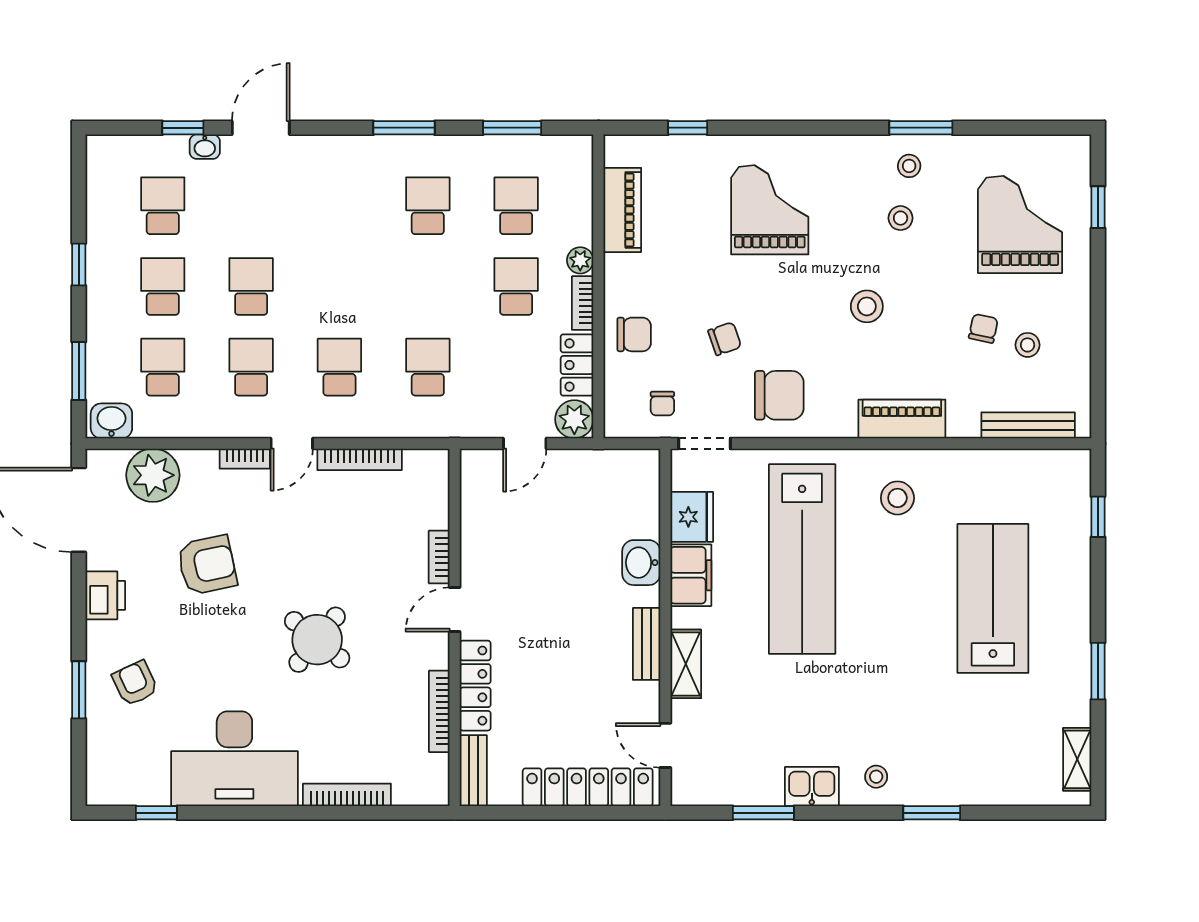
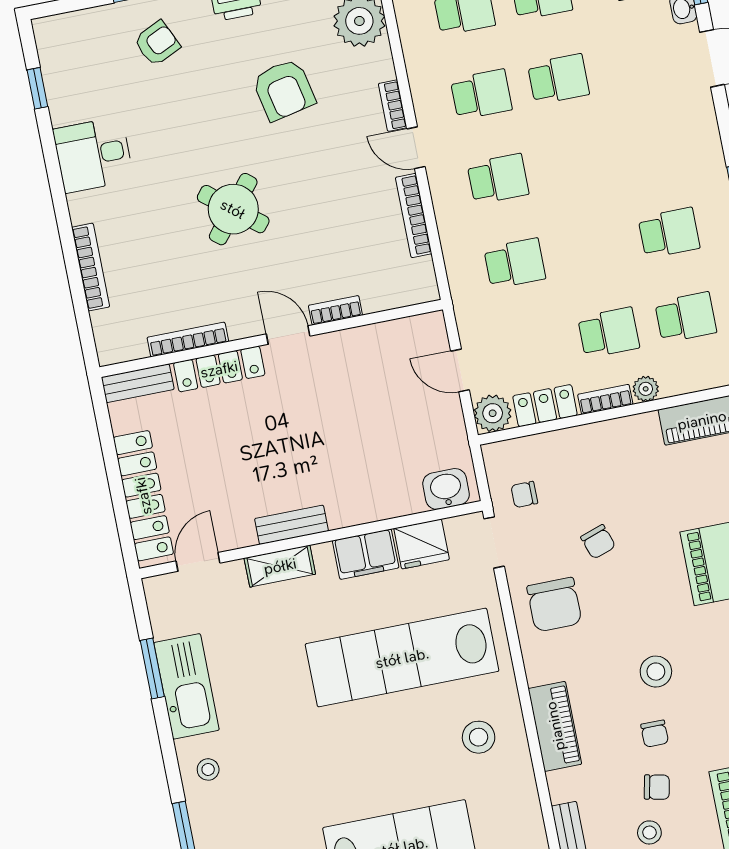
chair: (634, 334) -> (655, 734), moved, width x0.73, depth x0.73
washbasin: (641, 563) -> (446, 489), moved
desk: (234, 759) -> (93, 155), width x0.53, depth x0.77
kitchen sink: (812, 787) -> (187, 686), width x1.88, depth x1.24

